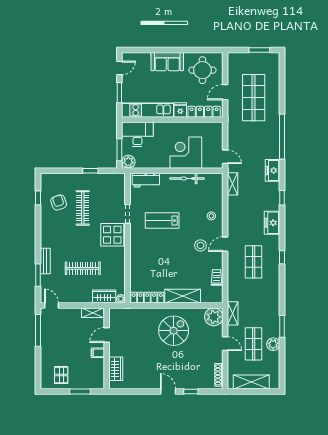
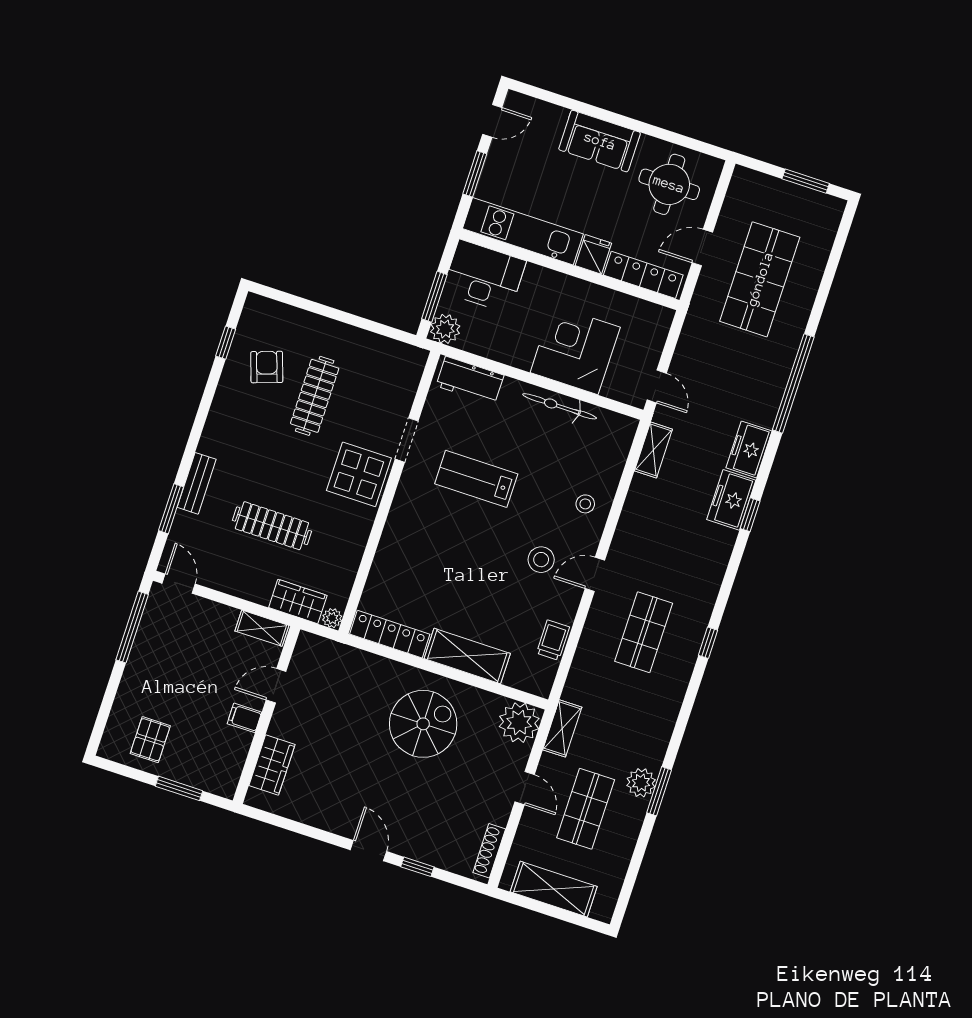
window: (90, 171) -> (357, 321), removed
freezer: (272, 223) -> (731, 500), moved
plant: (273, 344) -> (641, 783), moved

